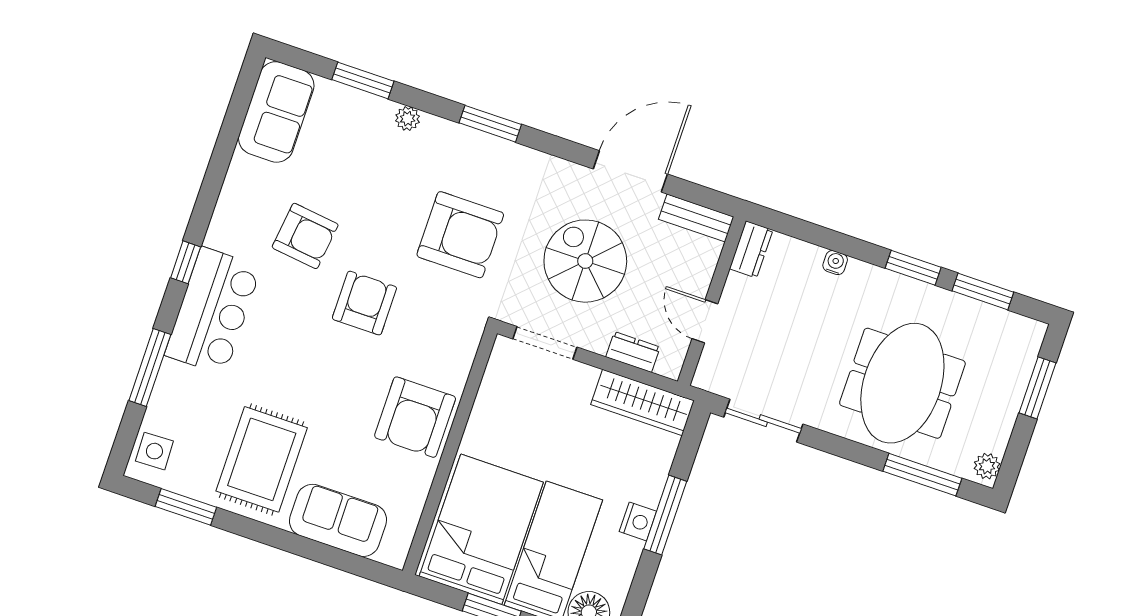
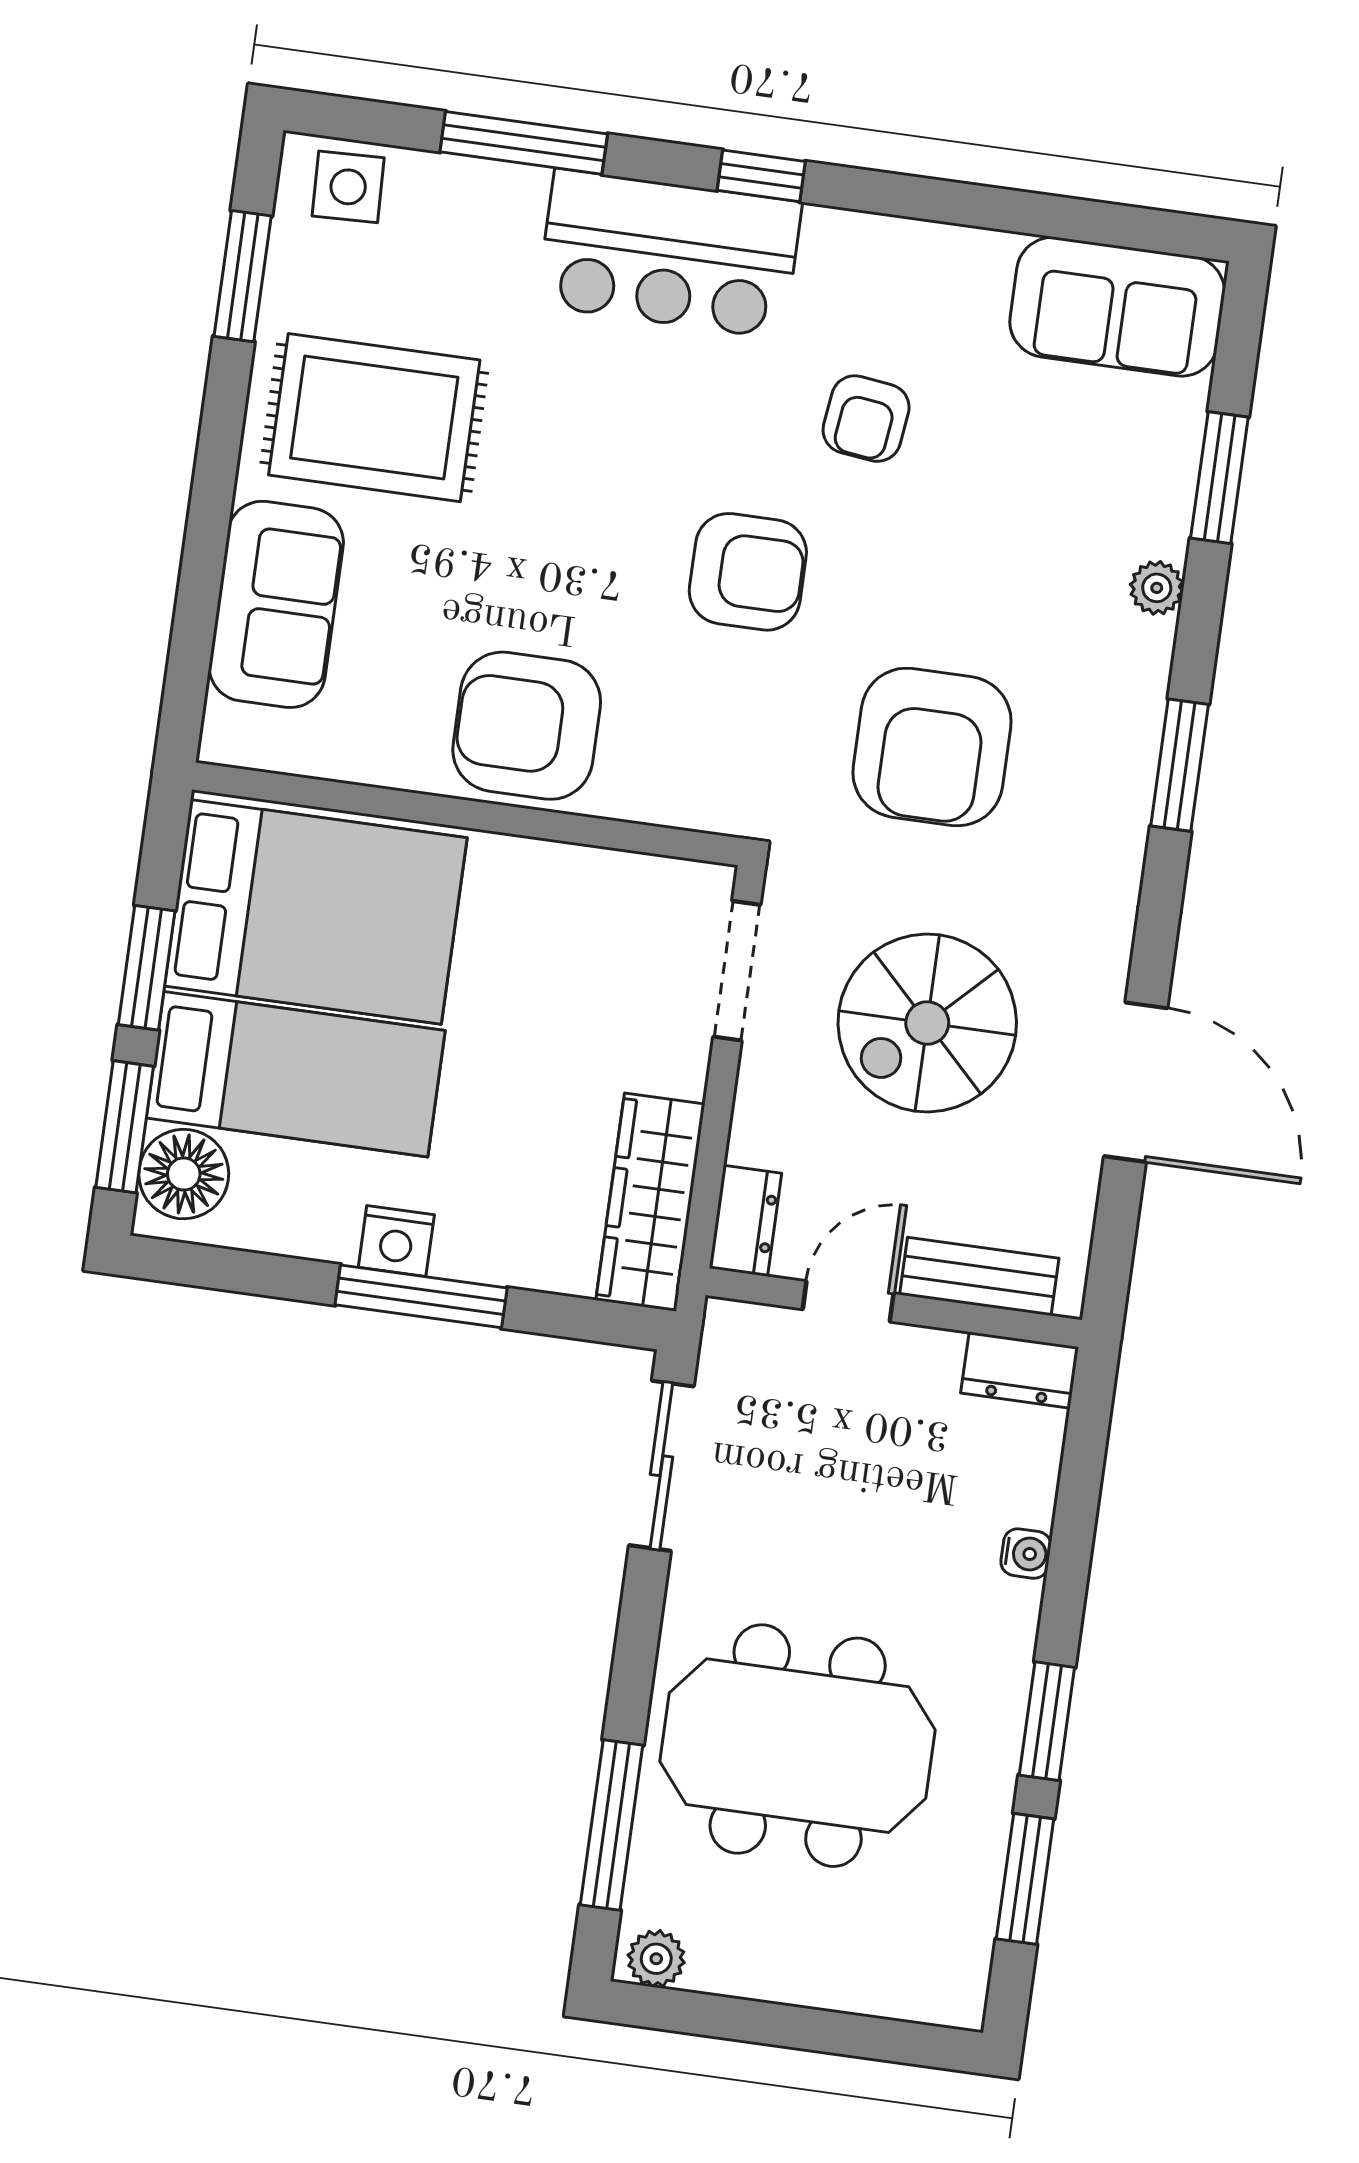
bench: (696, 218) -> (979, 1277), moved, turned 90
armchair: (305, 236) -> (866, 419), width x0.72, depth x0.72
spiral stairs: (585, 261) -> (927, 1023), turned 180
dresser: (633, 352) -> (745, 1221), moved
window: (1037, 388) -> (843, 2034), removed

